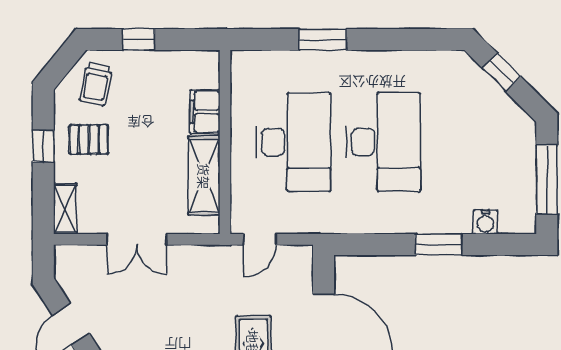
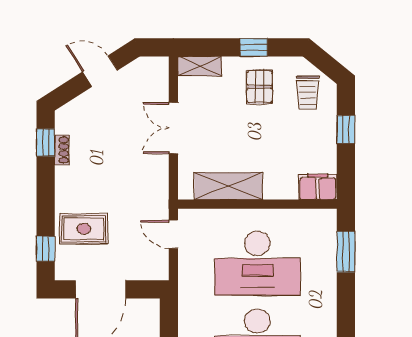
window: (323, 40) -> (346, 252), moved
trolley: (96, 84) -> (308, 93), turned -101
filing cabinet: (205, 112) -> (318, 187), moved

